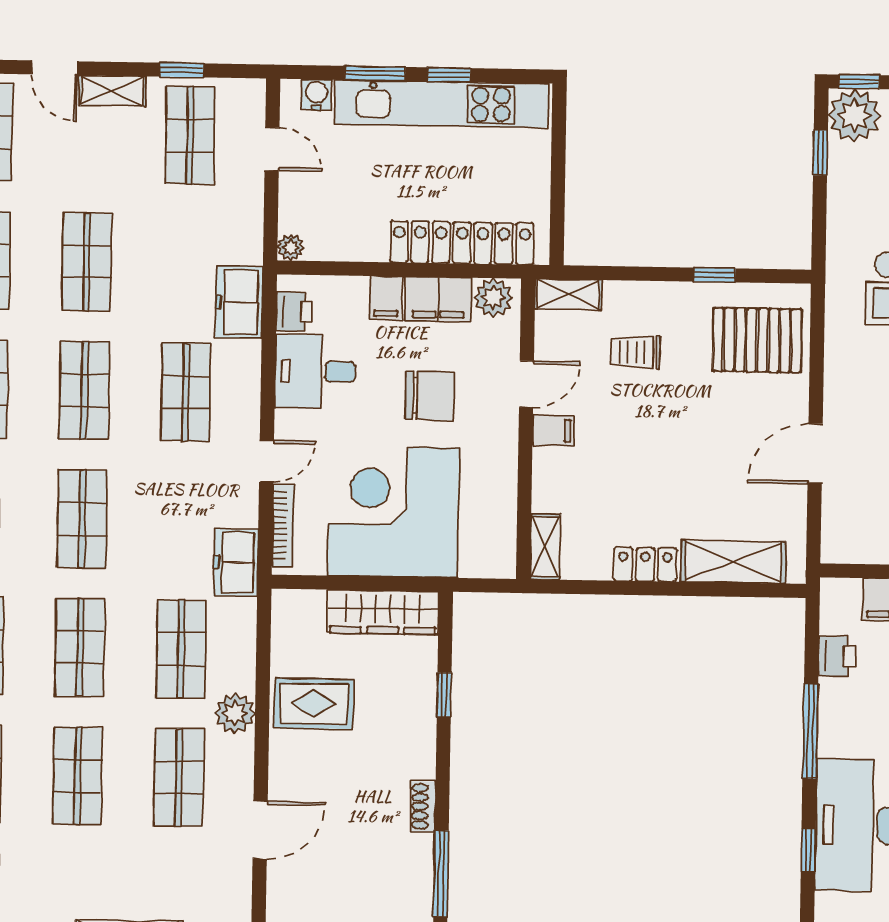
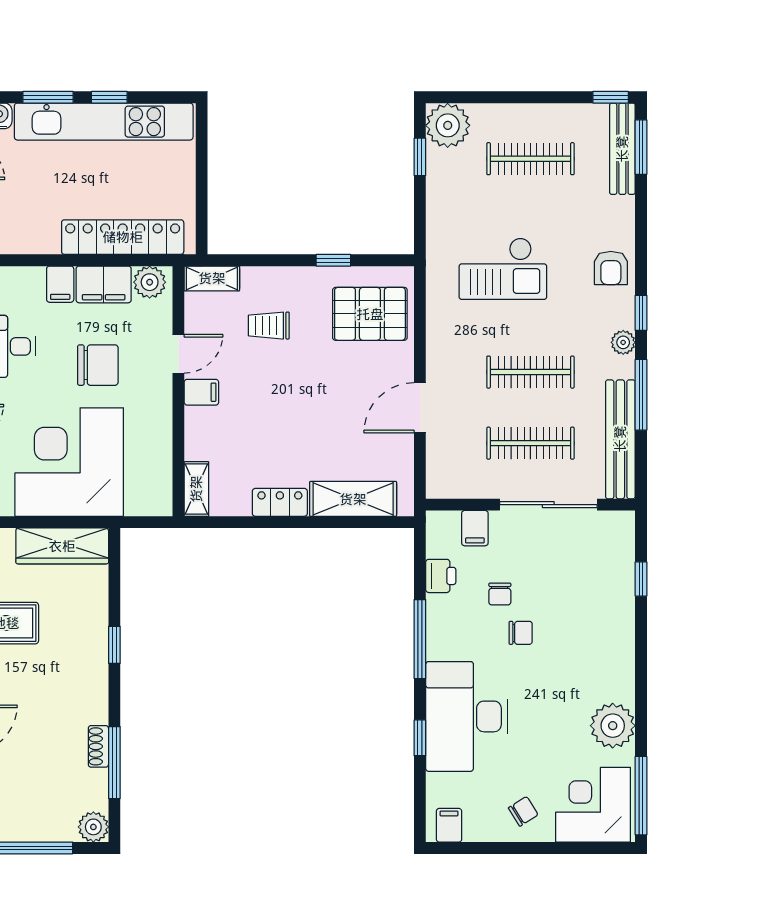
window: (859, 82) -> (451, 97), removed
window: (444, 695) -> (114, 645), moved
shoe rack: (423, 806) -> (98, 746), moved

